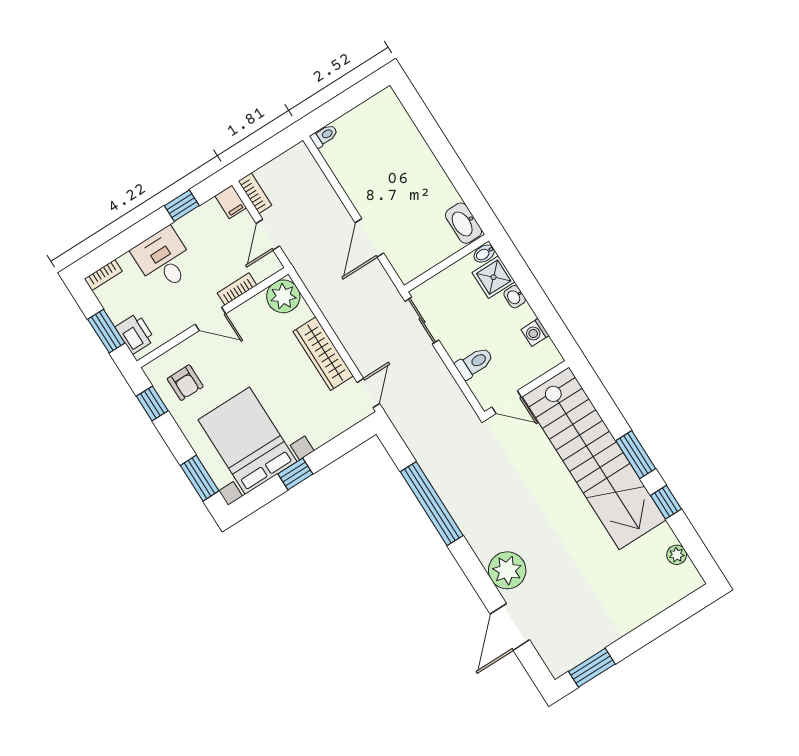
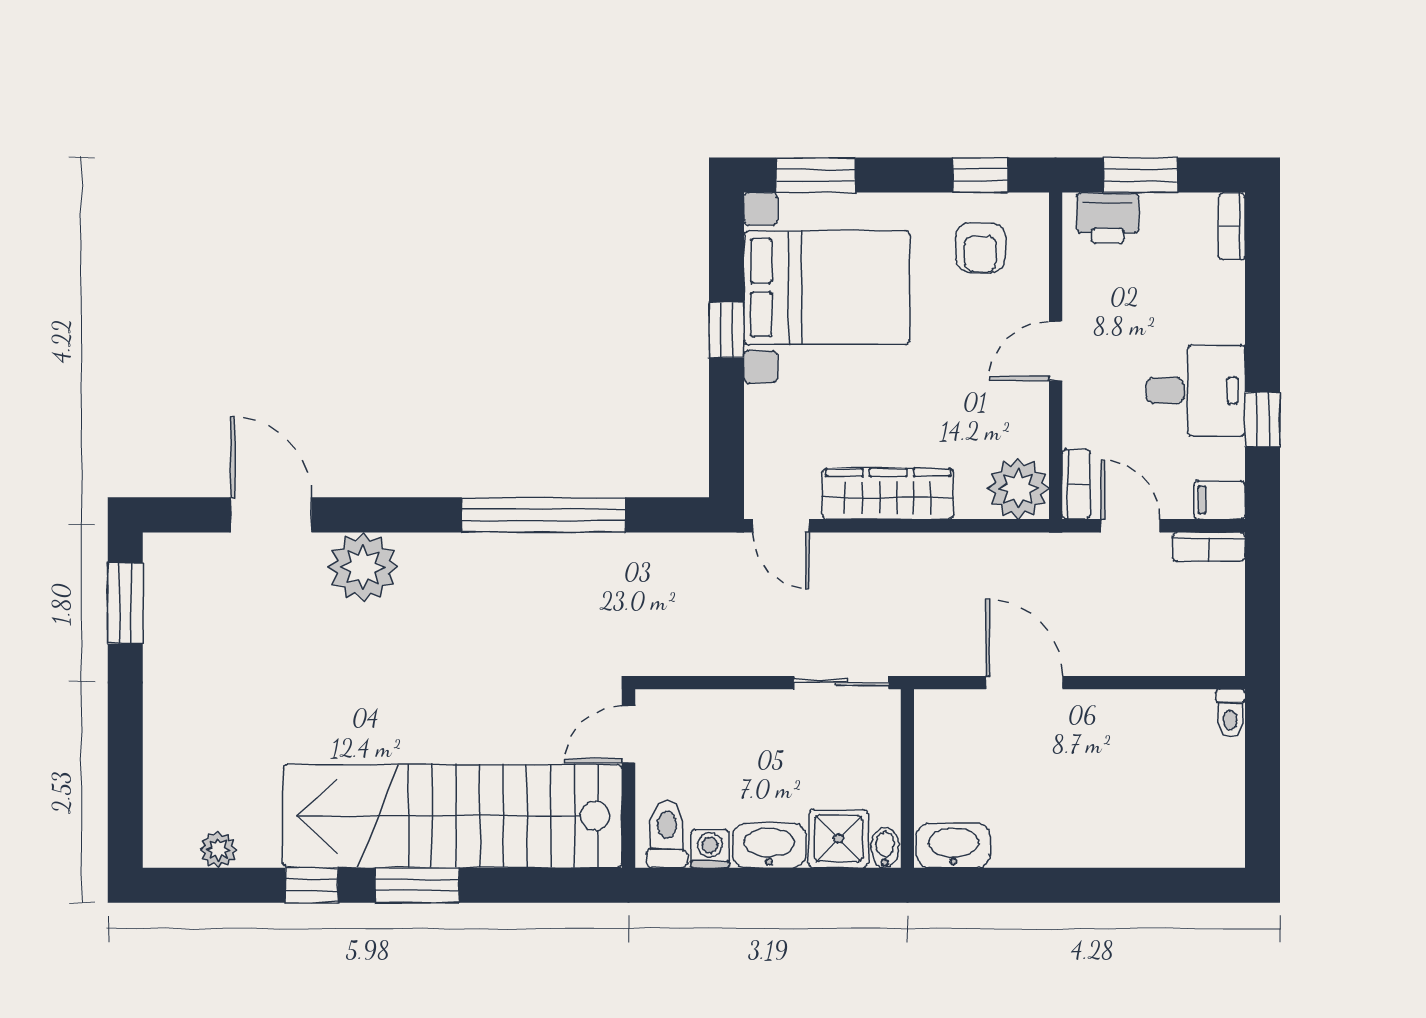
desk: (164, 259) -> (1196, 391), moved
bookcase: (237, 289) -> (1076, 484), moved
washbasin: (515, 297) -> (769, 845), width x1.91, depth x1.45
toilet: (474, 363) -> (667, 834), moved, turned 180
armchair: (185, 383) -> (980, 248), turned -90

